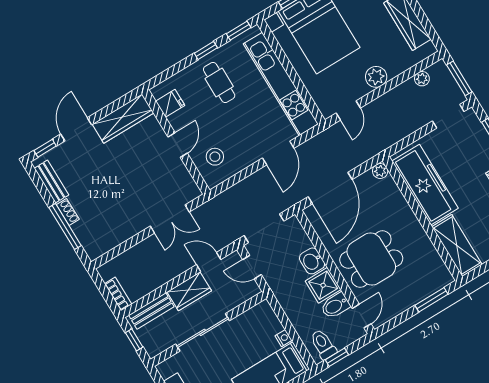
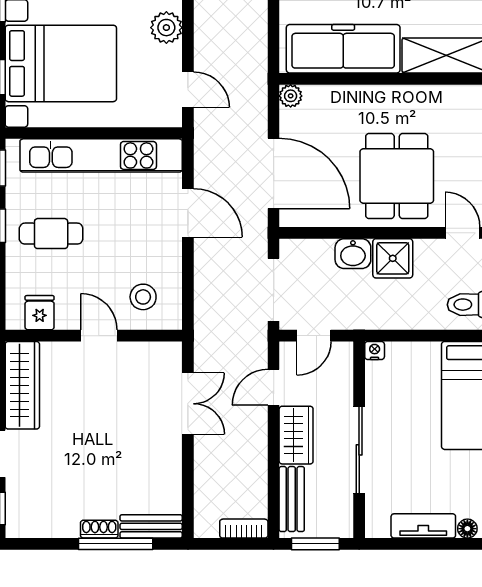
bench: (51, 182) -> (151, 526), moved
bidet: (335, 306) -> (429, 259), removed
nightstand: (283, 338) -> (375, 350), moved
window: (134, 340) -> (315, 544), width x1.50

